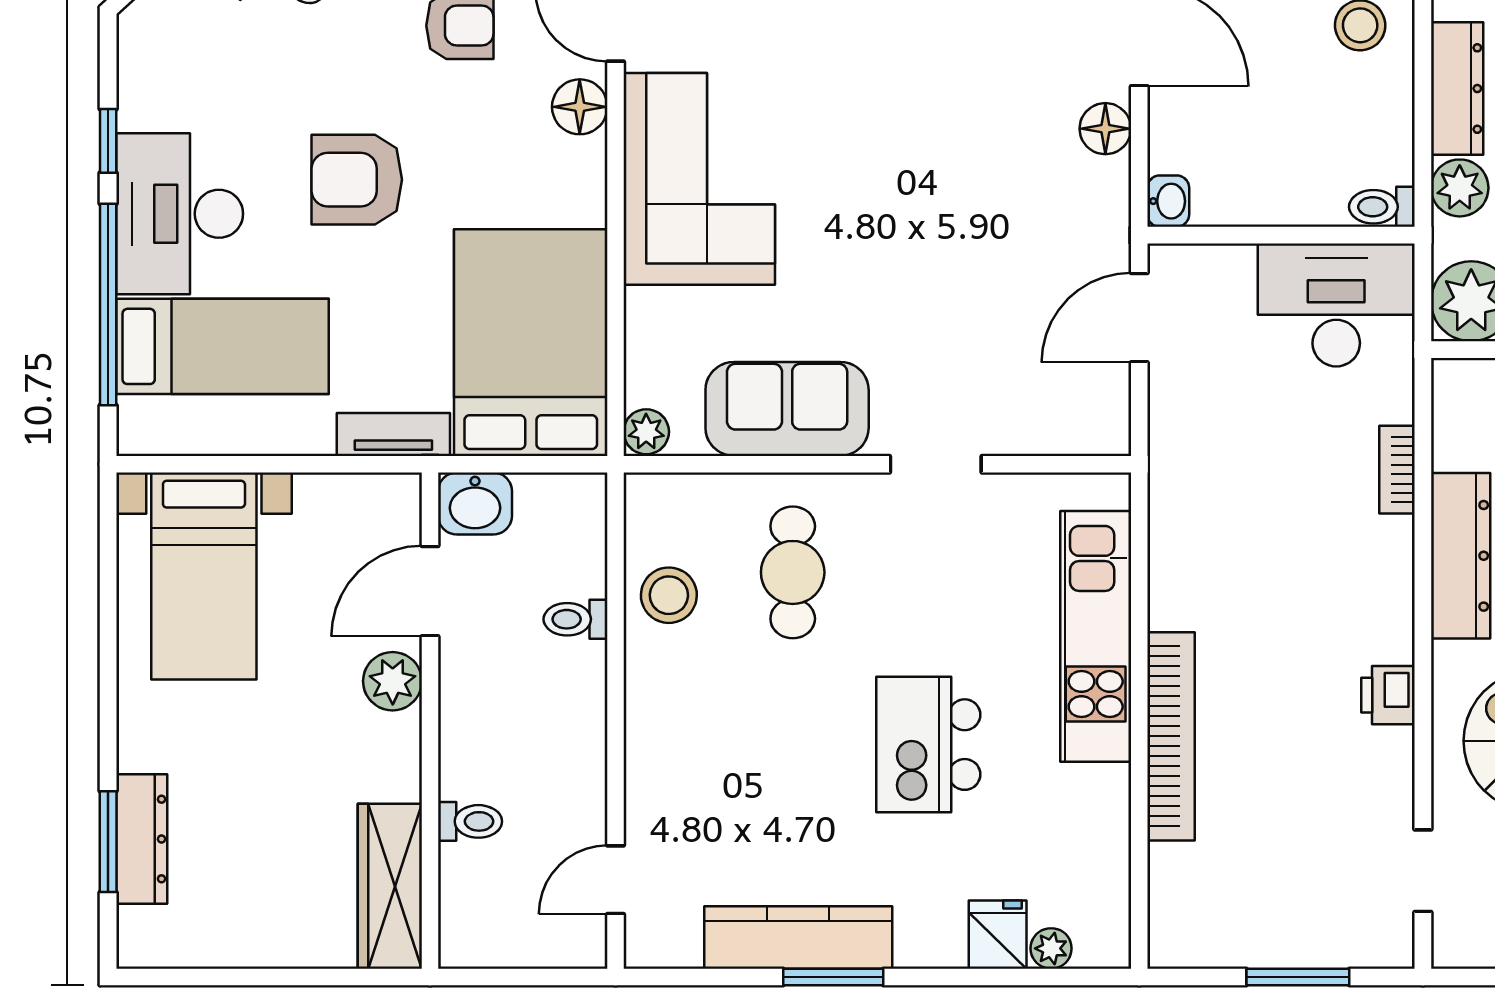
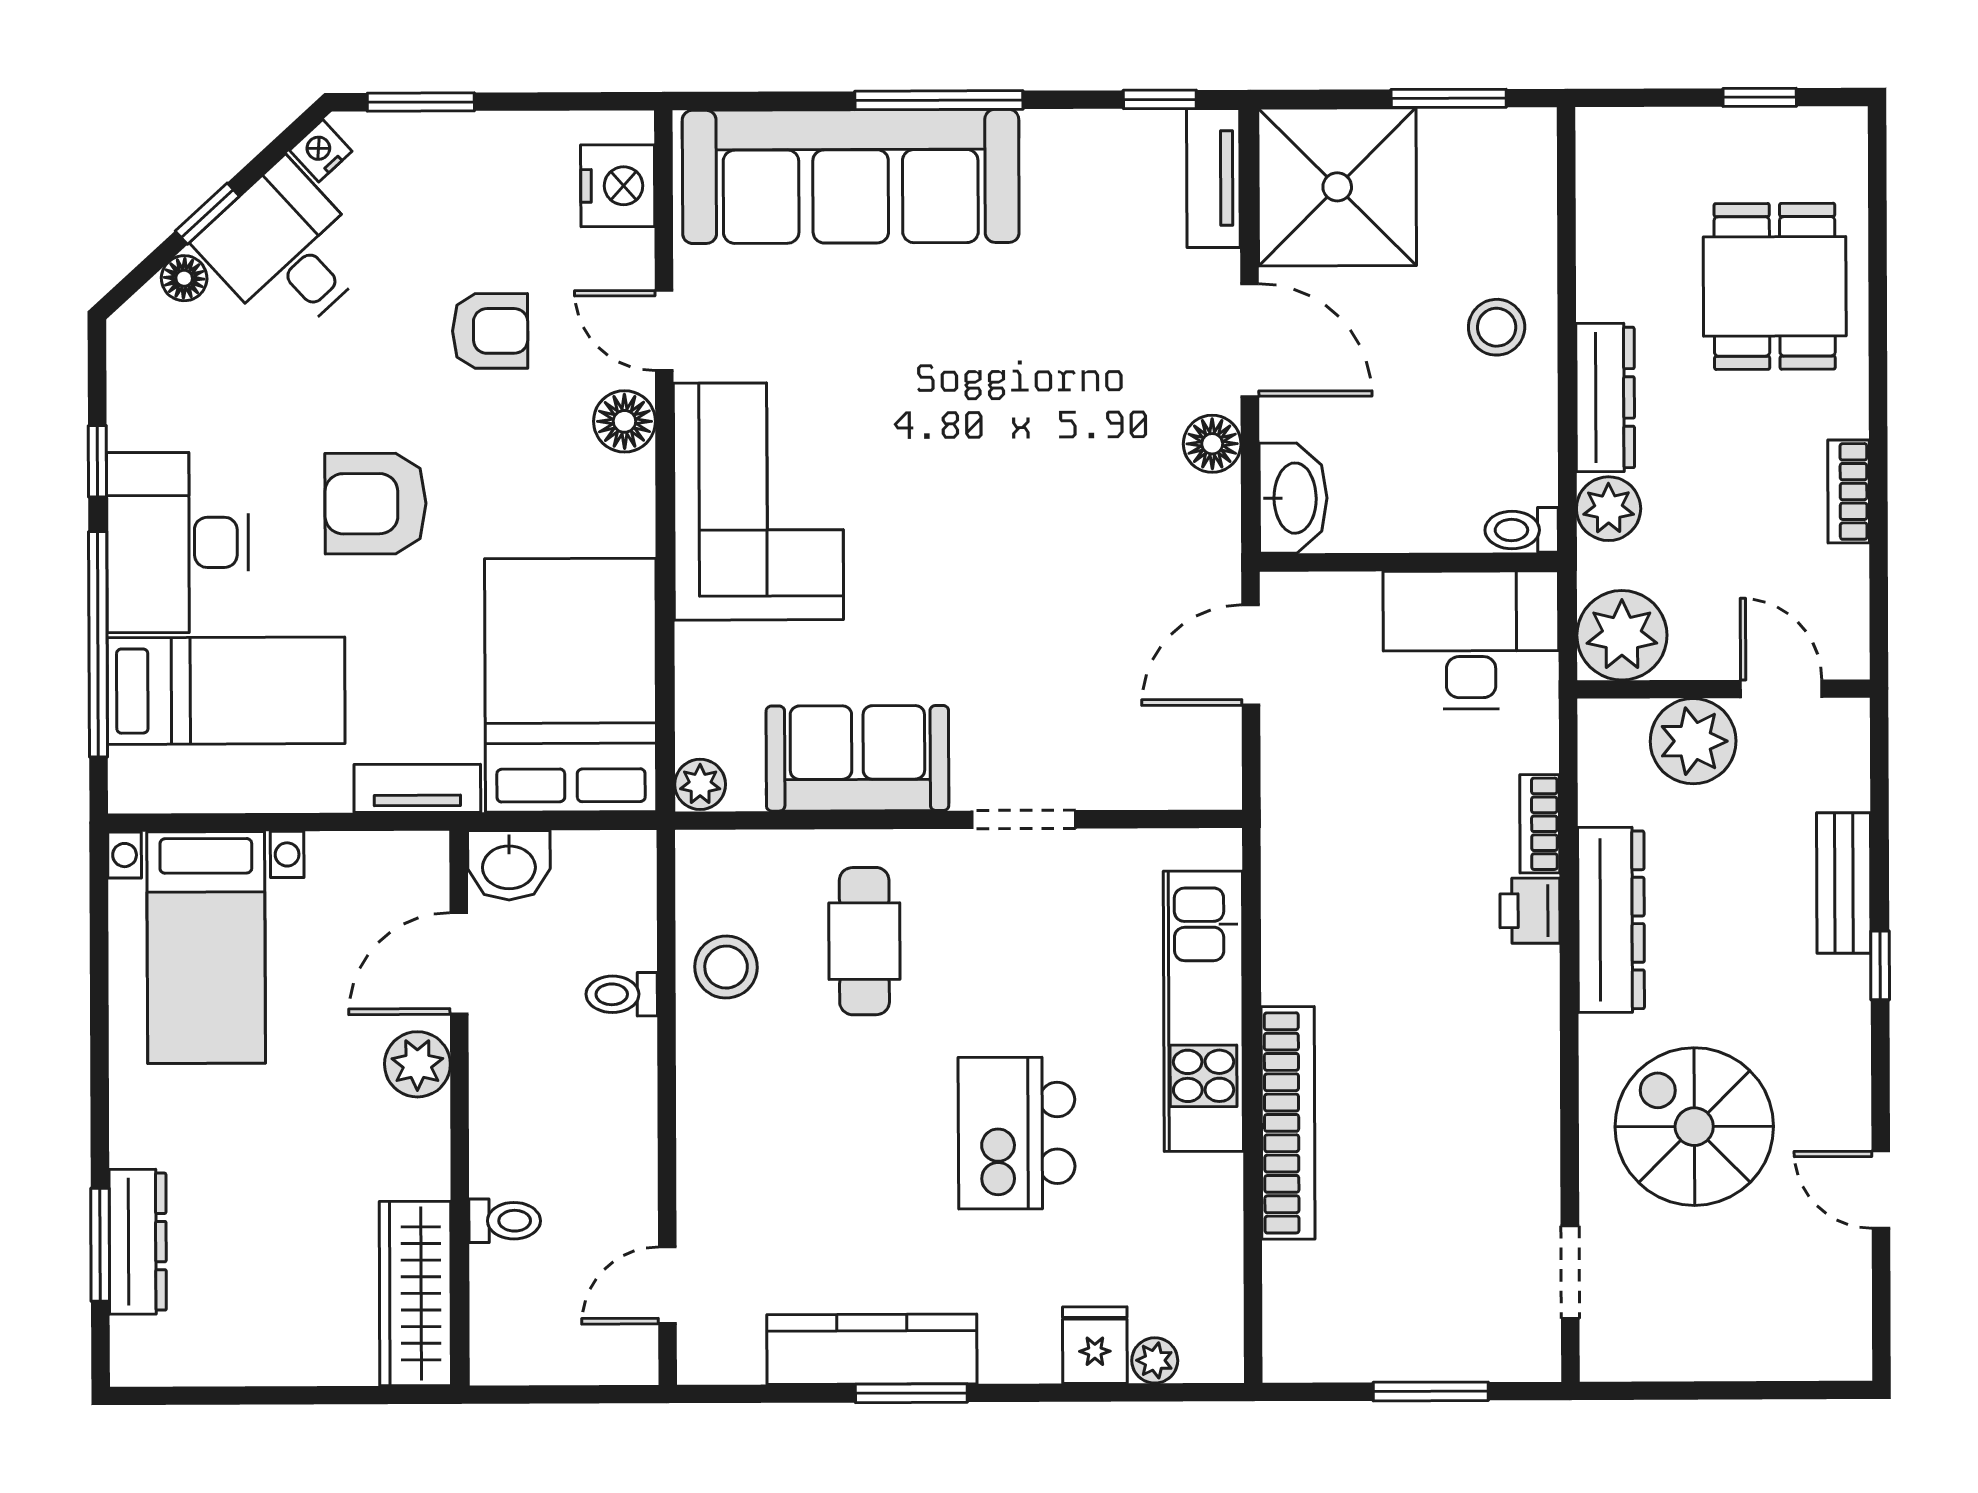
washbasin: (1168, 201) -> (1293, 498), width x1.91, depth x1.45
printer: (1388, 695) -> (1530, 911), moved

